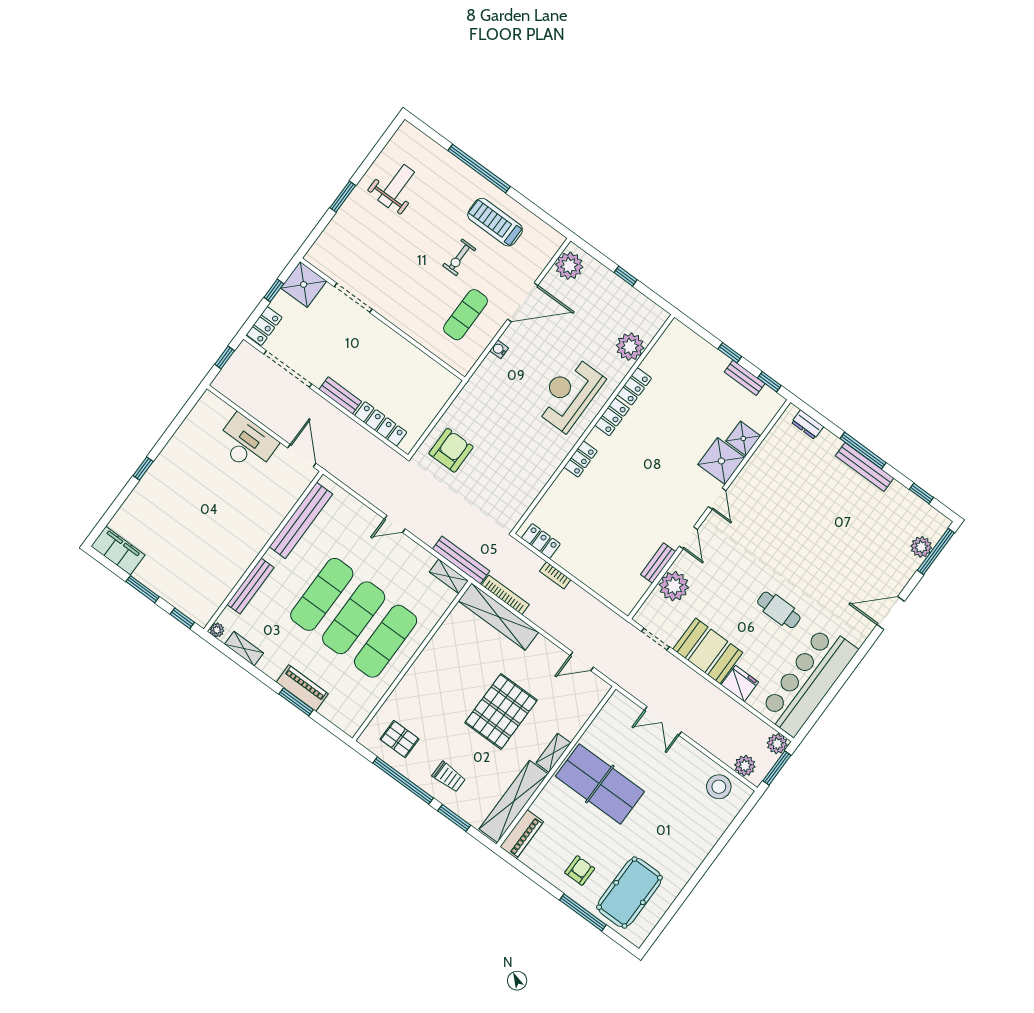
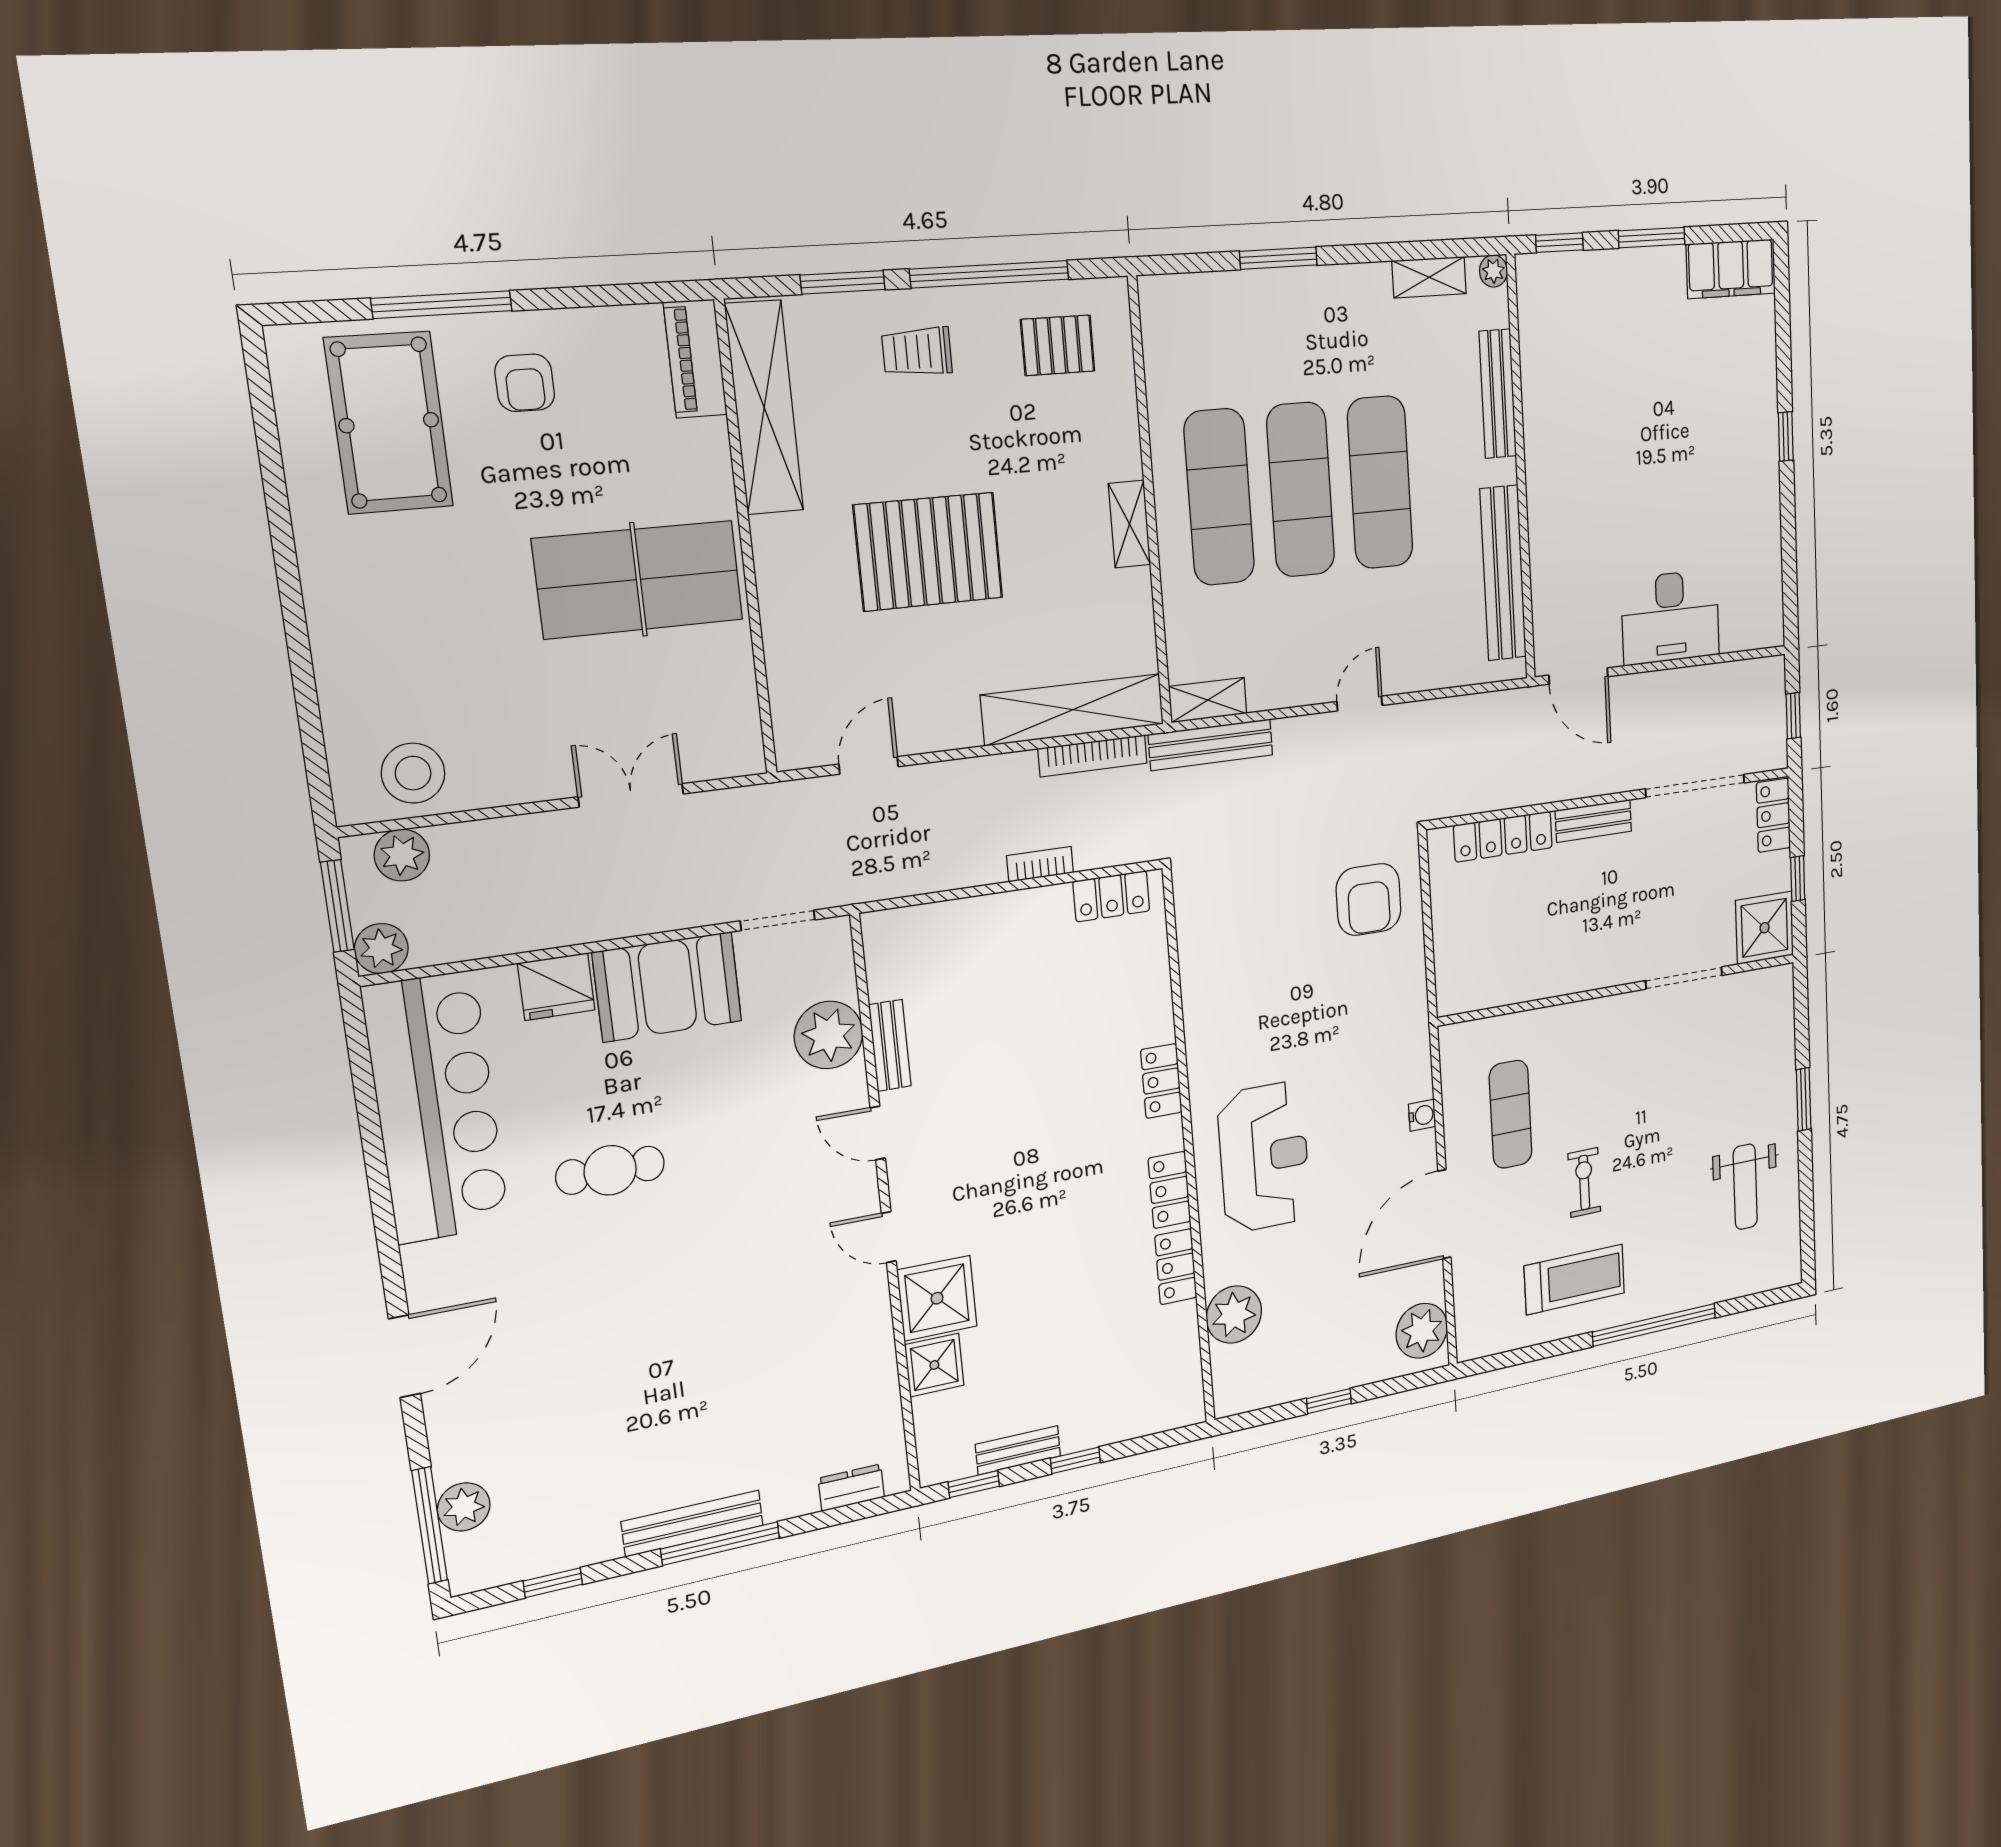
piano: (302, 688) -> (1287, 292), removed
pallet: (501, 711) -> (928, 552), turned 90
shelving: (553, 753) -> (1129, 524), moved

